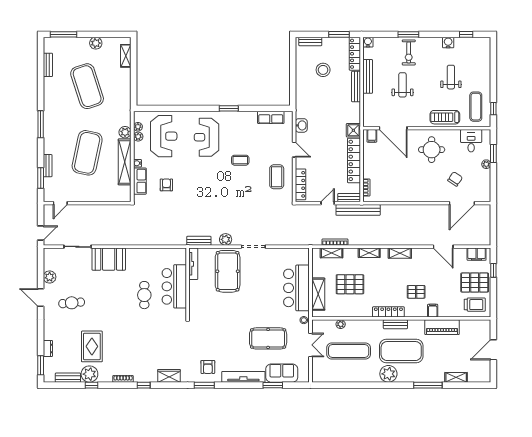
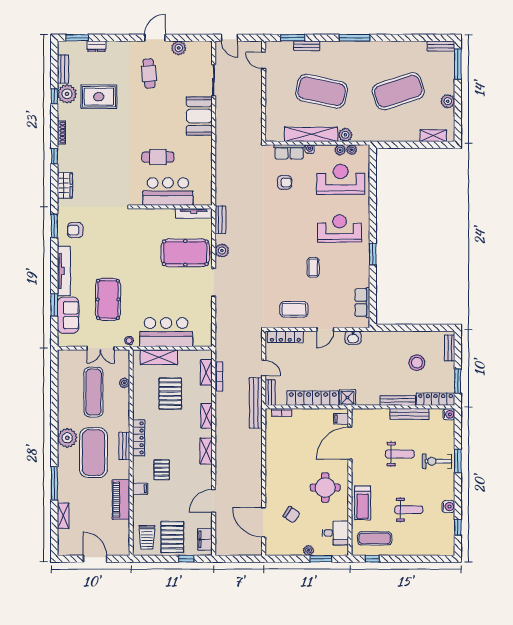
bench: (48, 65) -> (441, 46), moved
treadmill: (445, 117) -> (363, 503), turned 180
reception desk: (164, 136) -> (341, 179), turned 180

